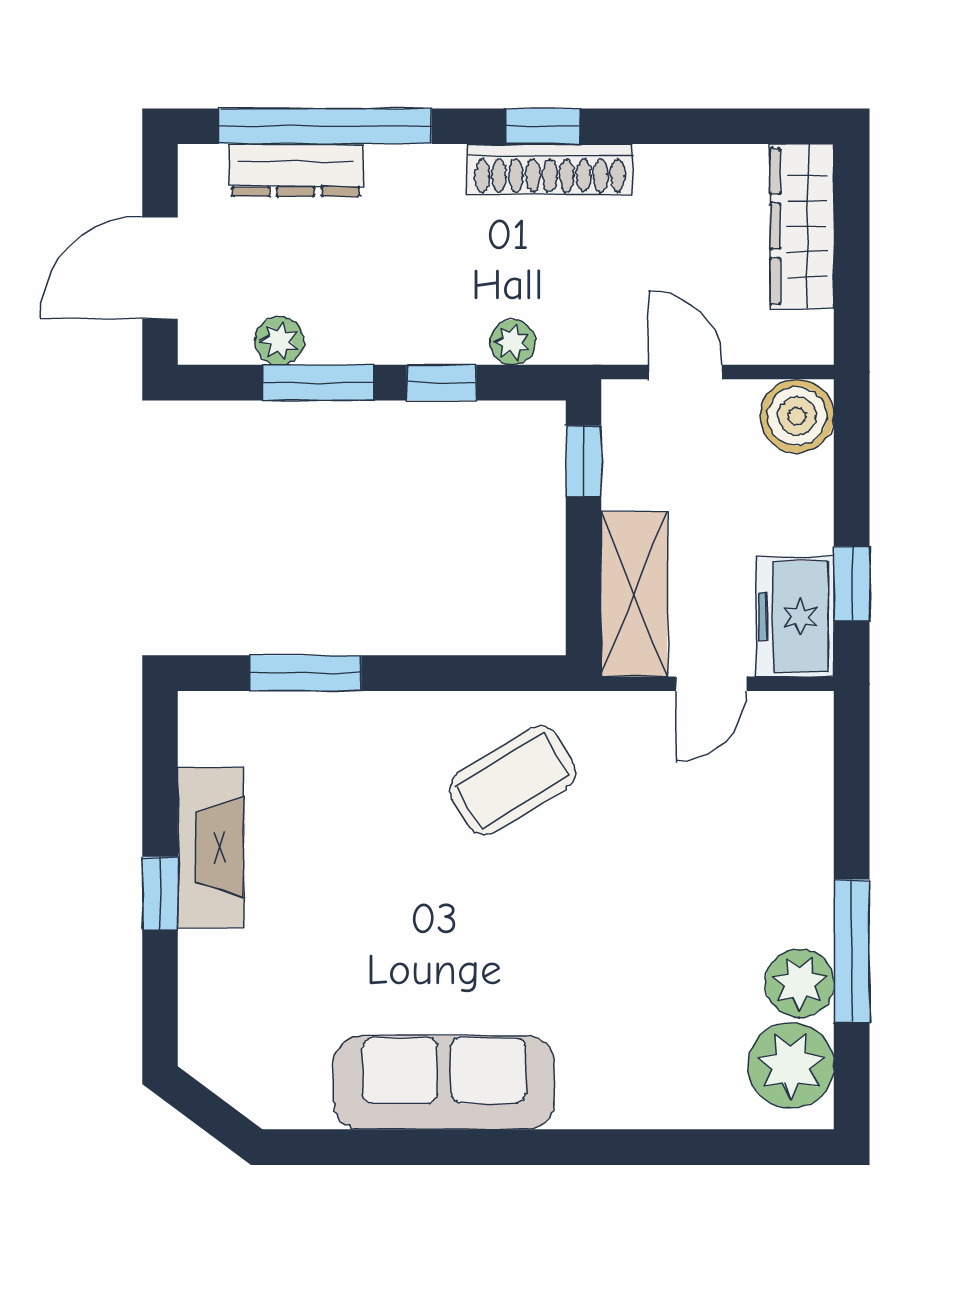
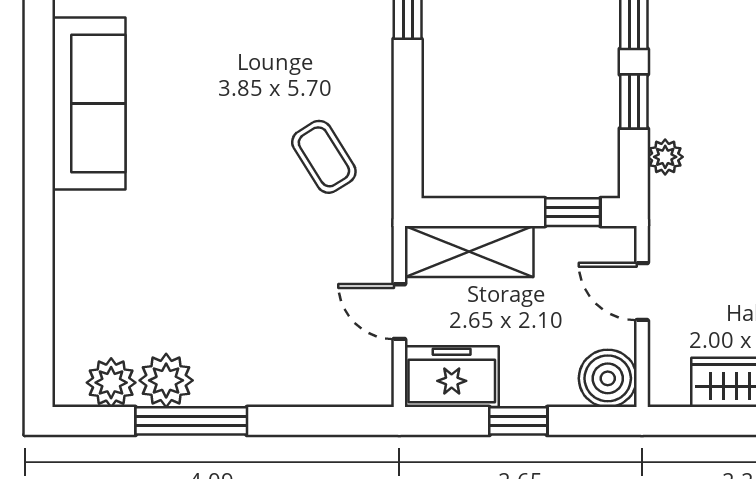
door: (685, 372) -> (642, 292), swing flipped
window: (852, 584) -> (518, 421), moved
coffee table: (512, 781) -> (324, 157), width x0.73, depth x0.77
plant: (791, 1065) -> (111, 383), width x0.73, depth x0.73

